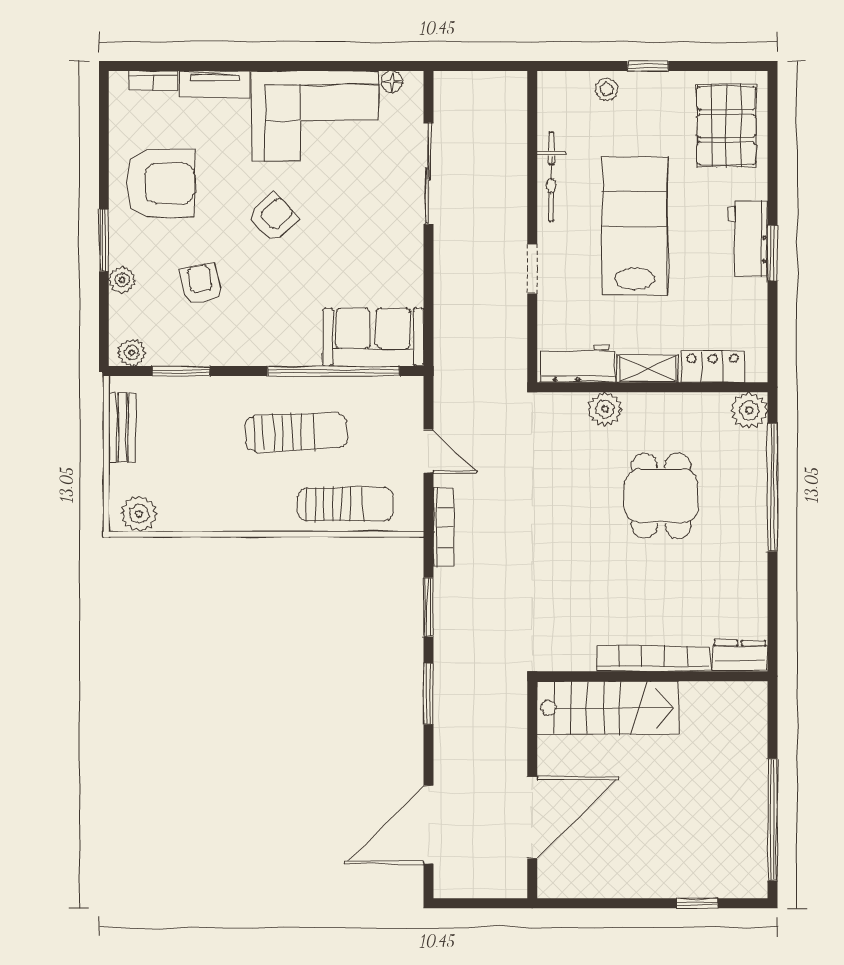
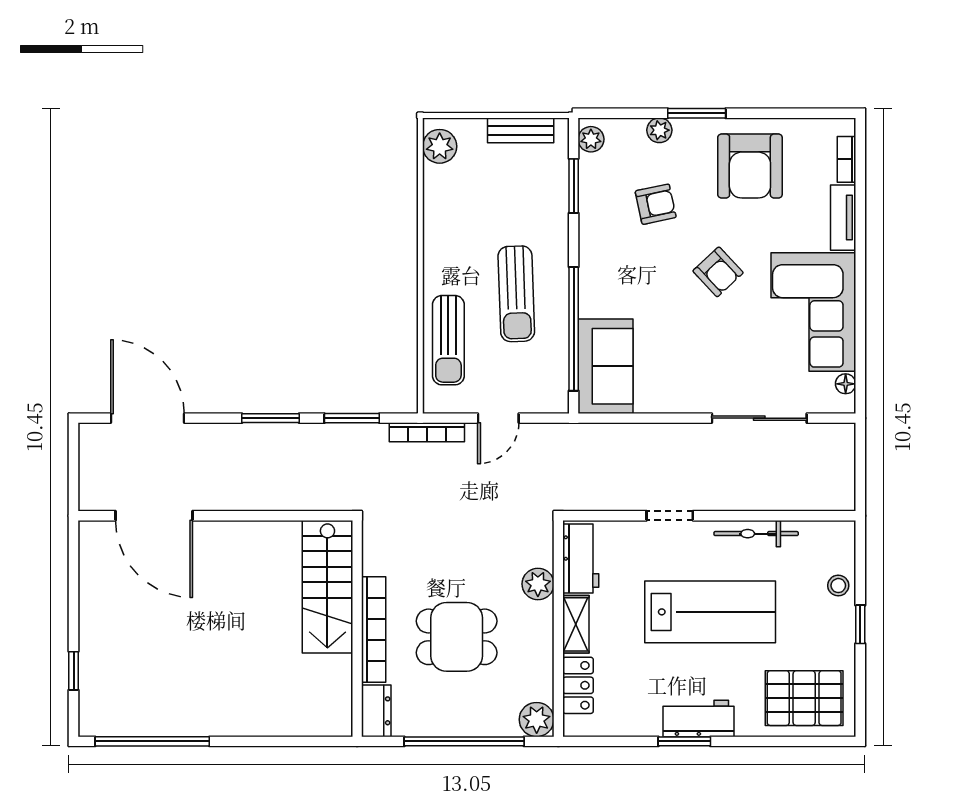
dresser: (740, 656) -> (376, 711), moved
bookcase: (653, 658) -> (374, 630), moved
wall: (652, 676) -> (357, 629), moved
stairs: (608, 708) -> (327, 587), moved

